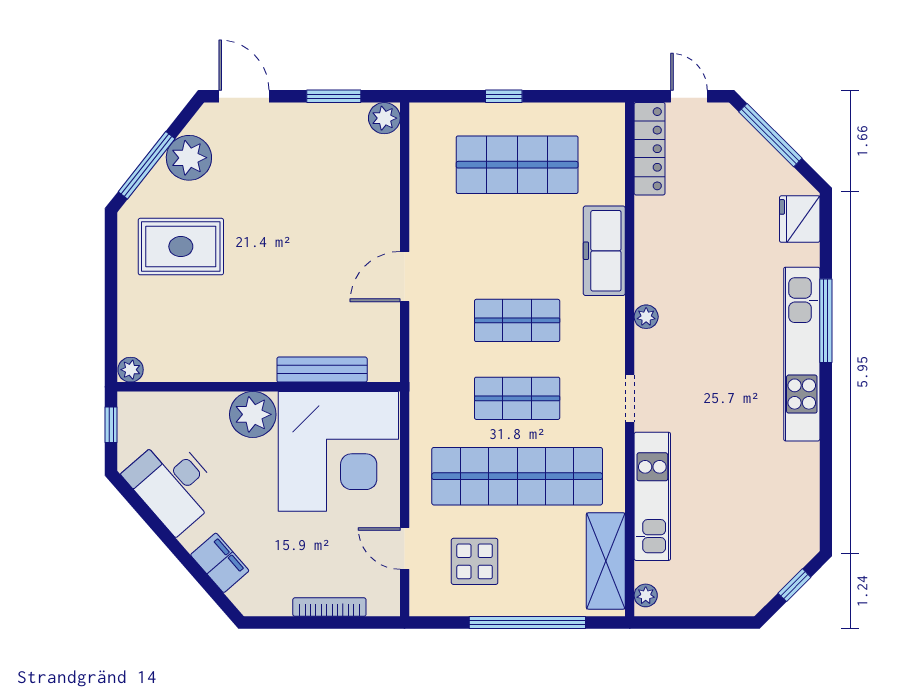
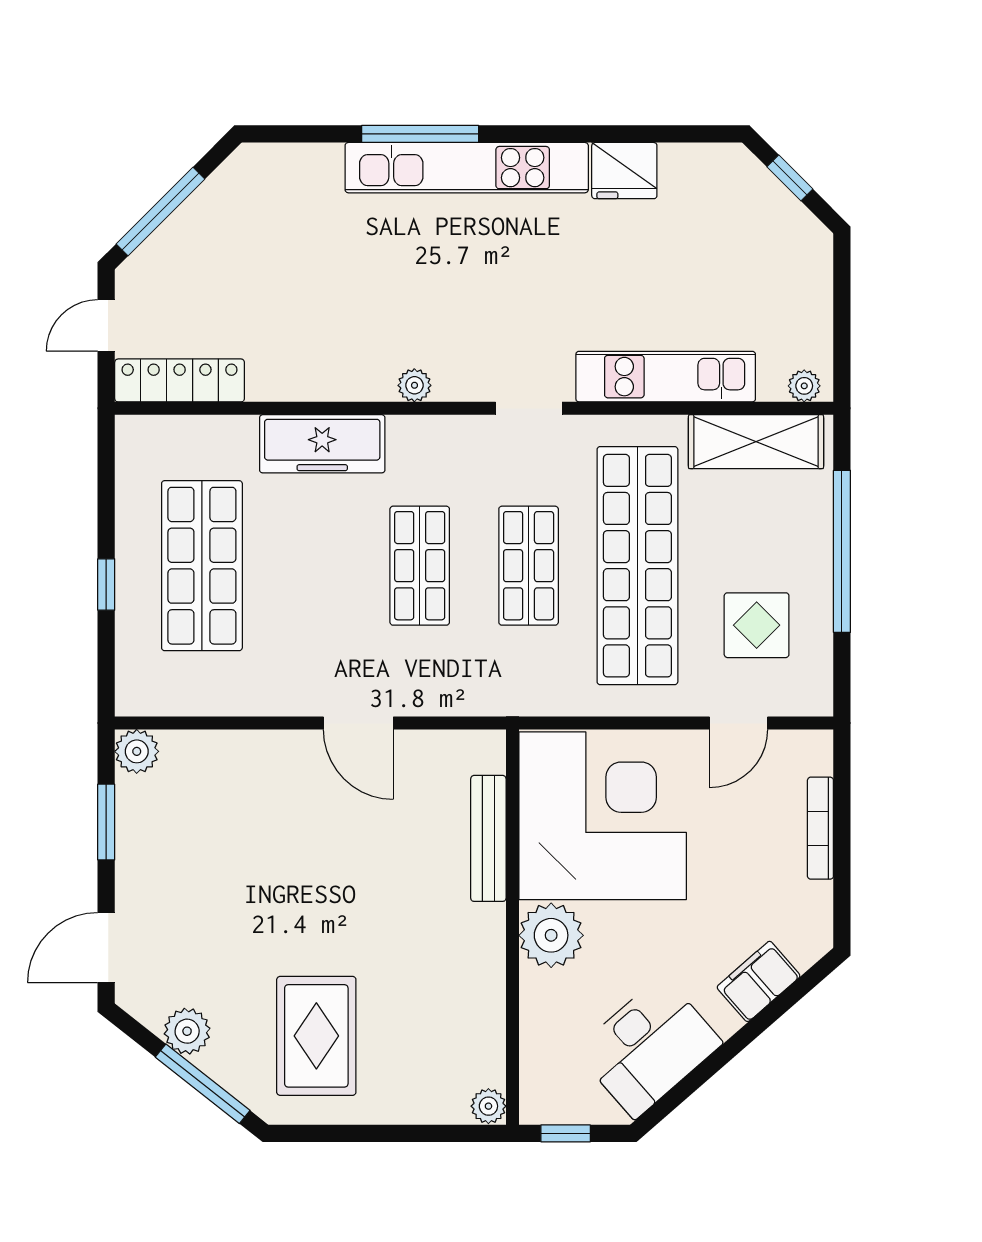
plant: (189, 158) -> (187, 1031), width x0.73, depth x0.73
fridge: (800, 219) -> (624, 171), moved

